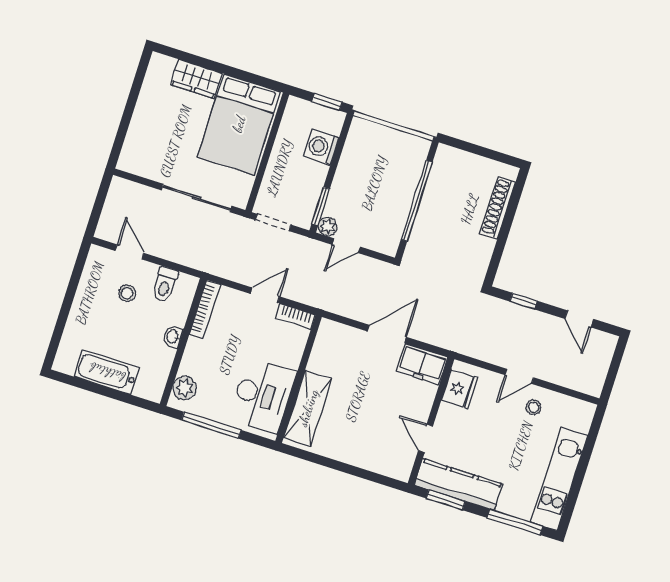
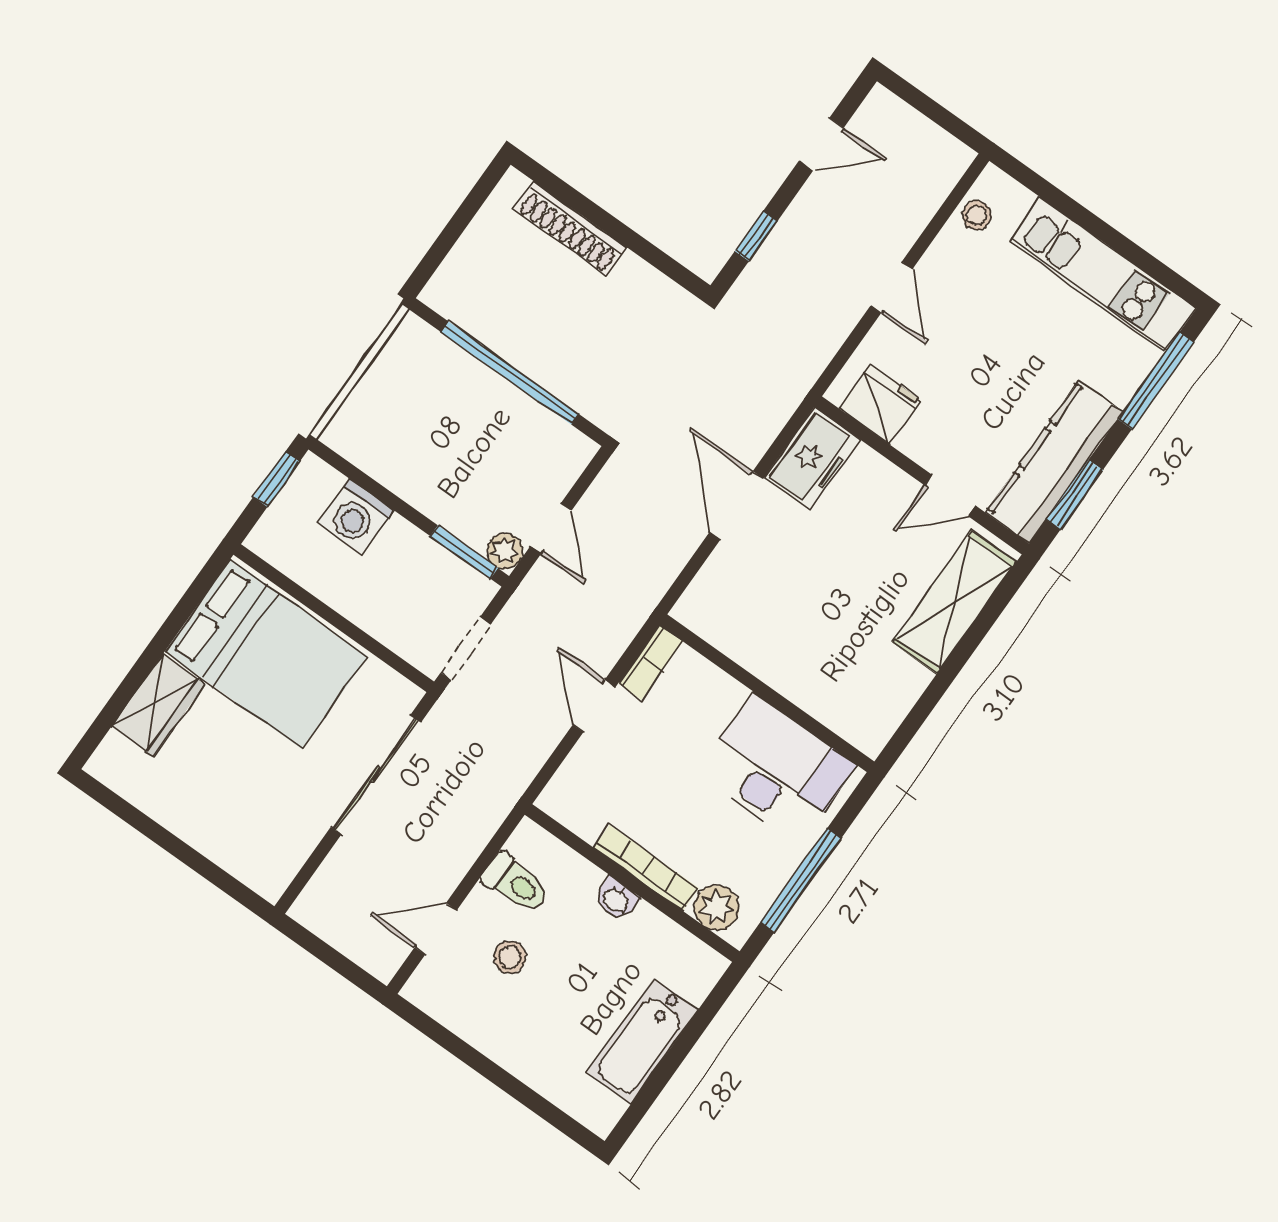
bookcase: (205, 309) -> (646, 868), moved
stool: (534, 407) -> (977, 215), moved
shelving: (308, 408) -> (954, 602), moved, turned 90

